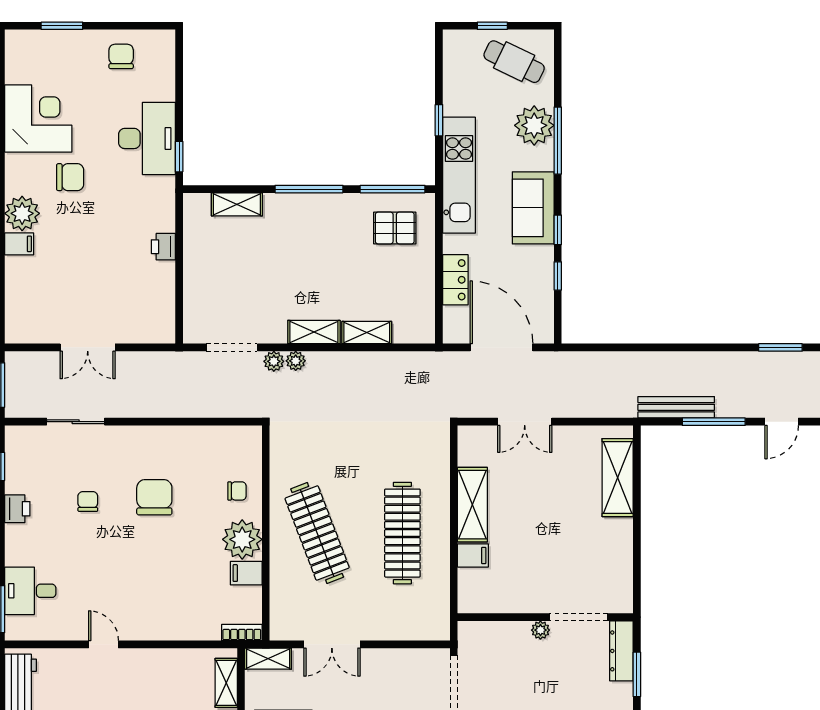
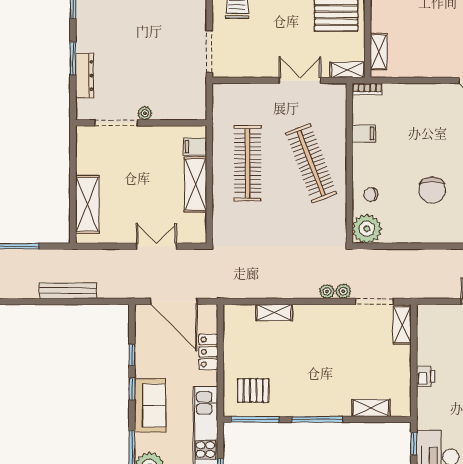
shelving: (314, 332) -> (402, 325), moved, turned 90
bench: (676, 407) -> (68, 291), moved
plant: (242, 539) -> (367, 229), moved
wall: (545, 617) -> (141, 123), moved
doorway: (579, 617) -> (116, 123), moved
plant: (540, 630) -> (145, 113), moved

